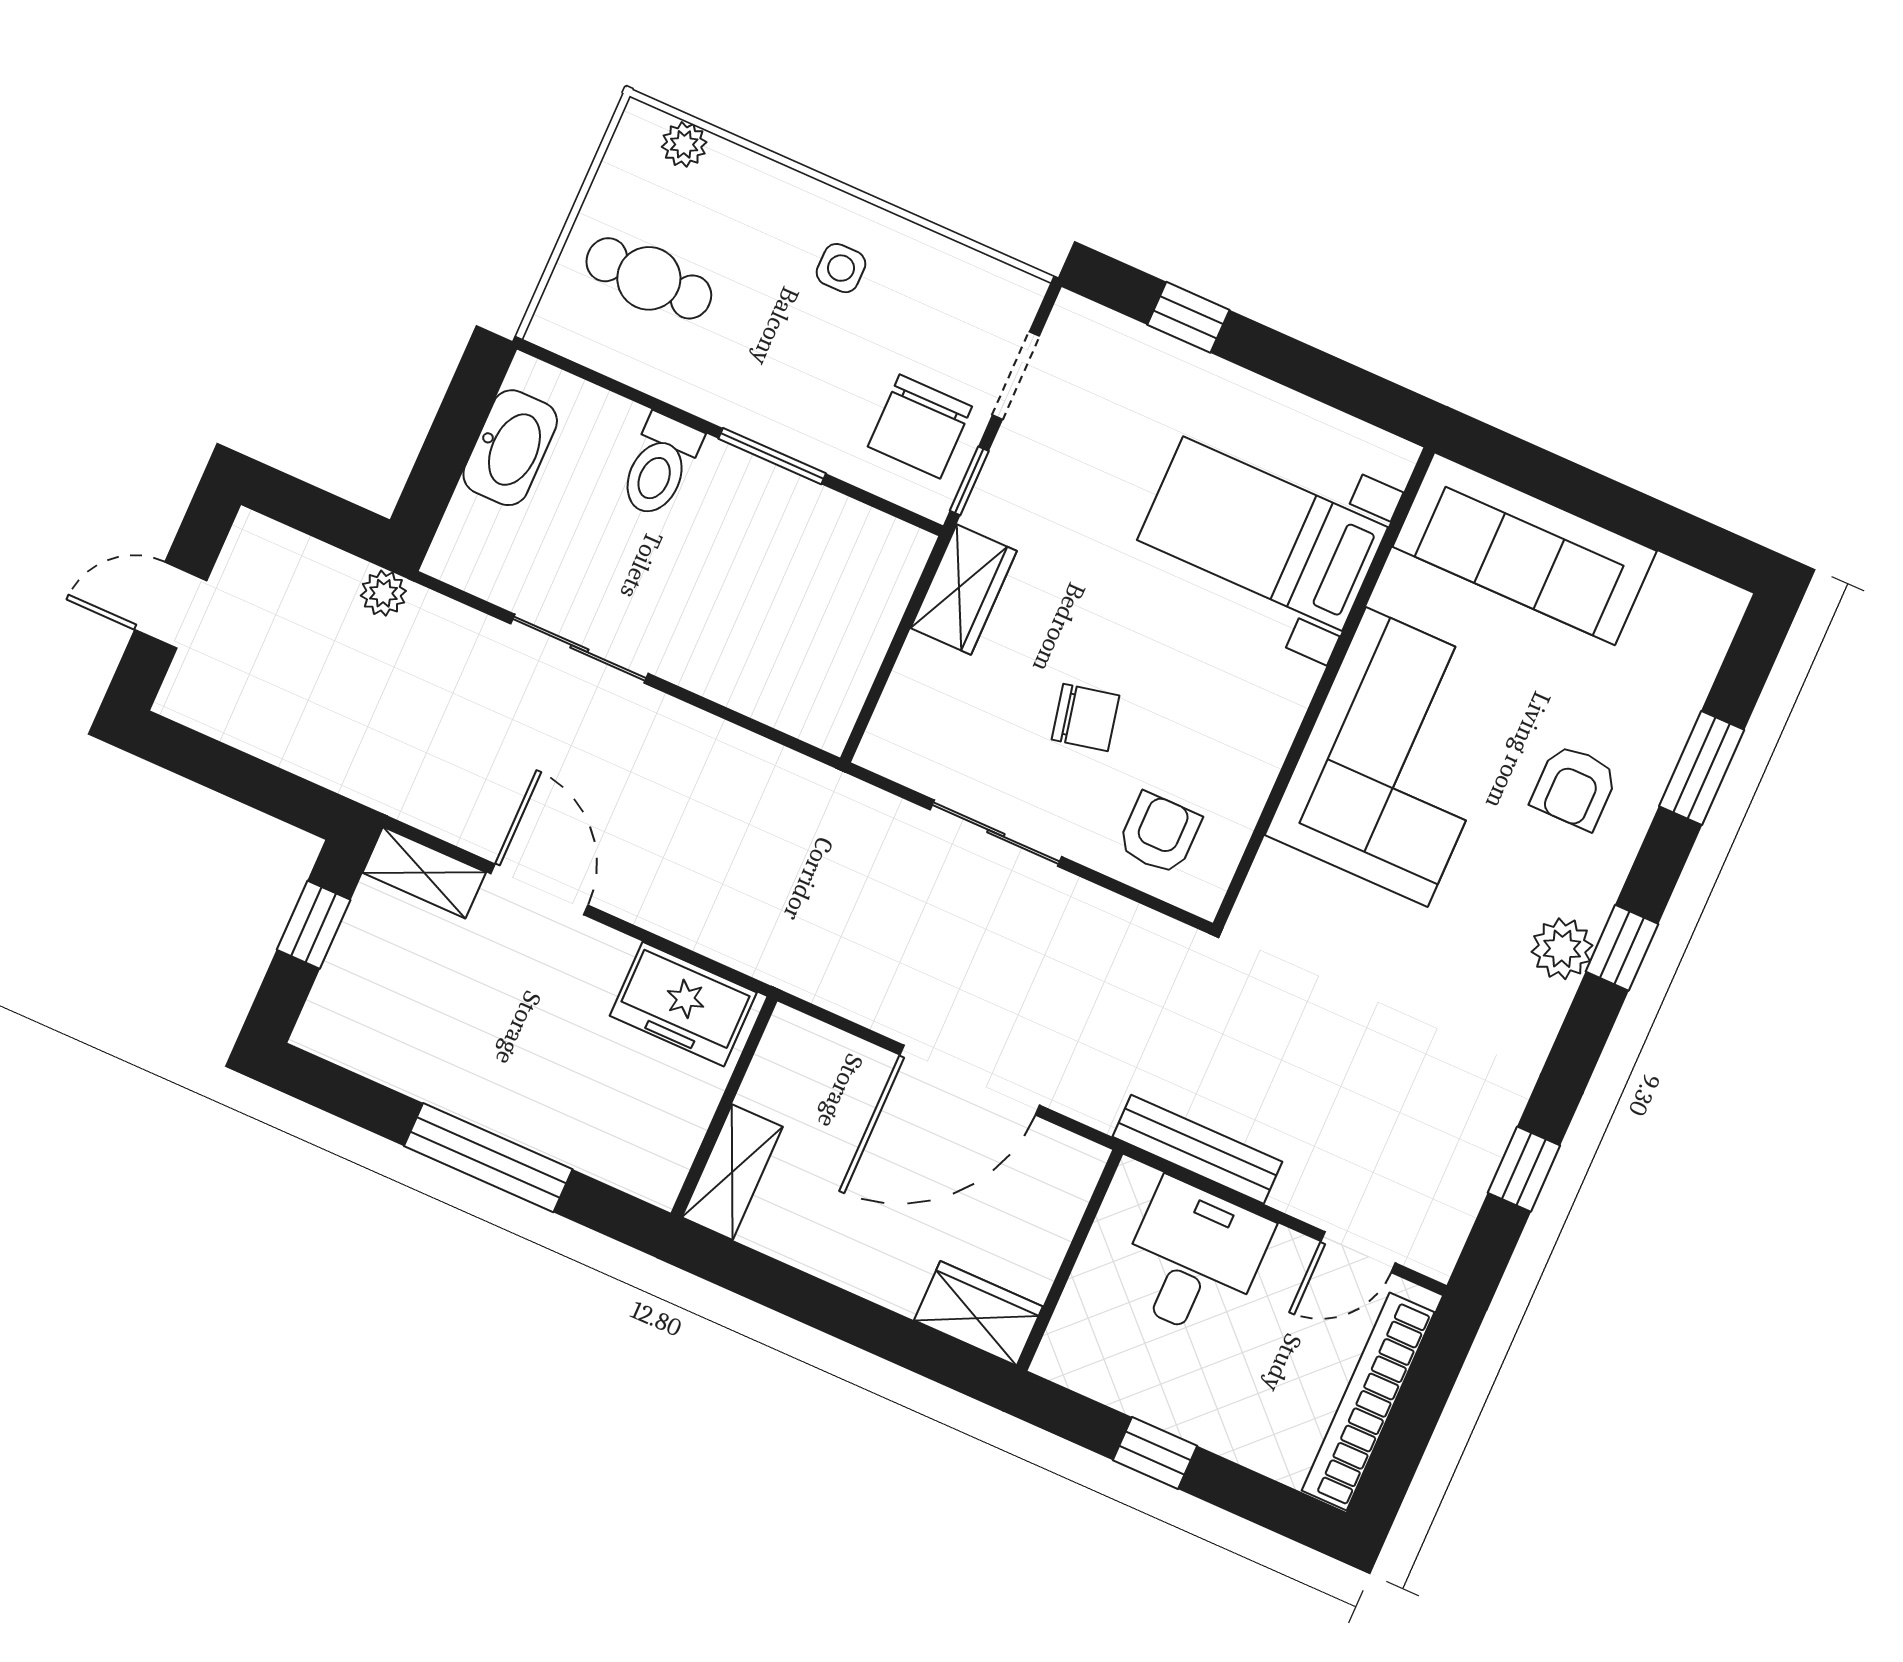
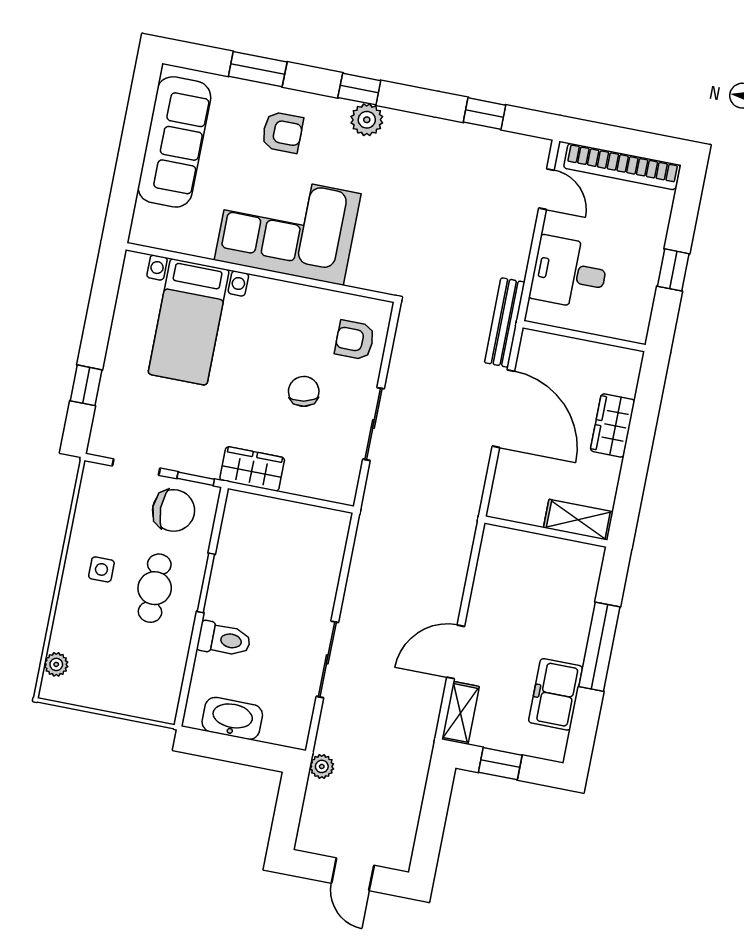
cafe table: (649, 278) -> (155, 588), moved
sofa: (1525, 549) -> (174, 142), moved
freezer: (683, 1004) -> (556, 694), moved, turned 180
bench: (1197, 1149) -> (505, 322), moved
wardrobe: (978, 1313) -> (613, 425), moved

